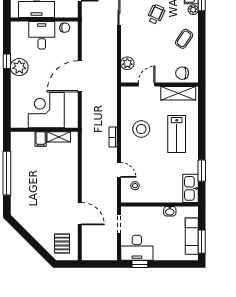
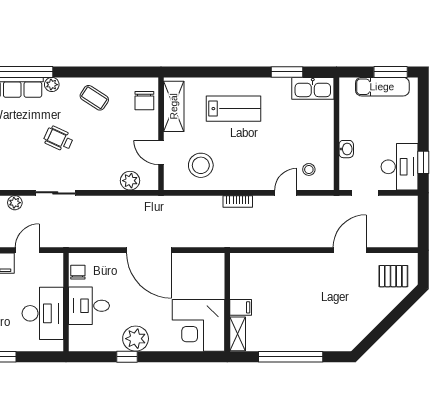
corner desk: (46, 110) -> (198, 325), moved
stool: (141, 129) -> (201, 165), moved
shelving: (59, 137) -> (238, 334), moved
washbasin: (170, 211) -> (346, 149), moved

